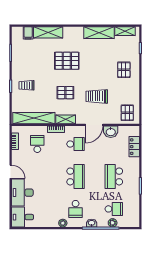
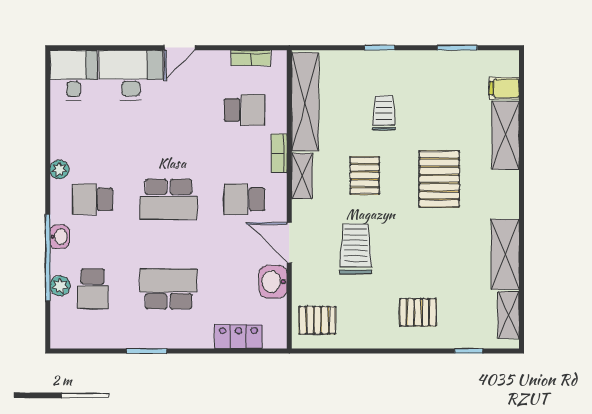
trolley: (27, 85) -> (384, 113), moved
school desk: (76, 144) -> (244, 199), turned 90

